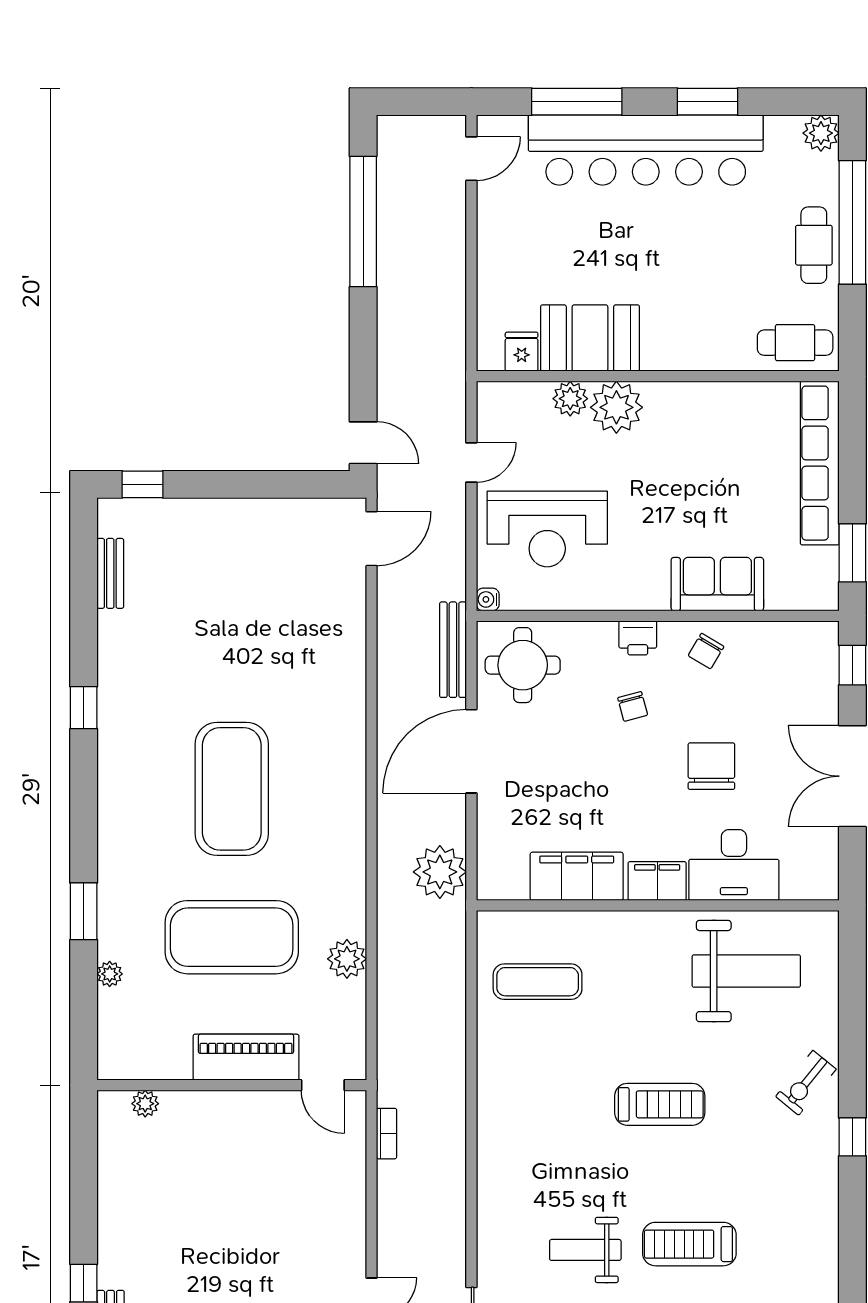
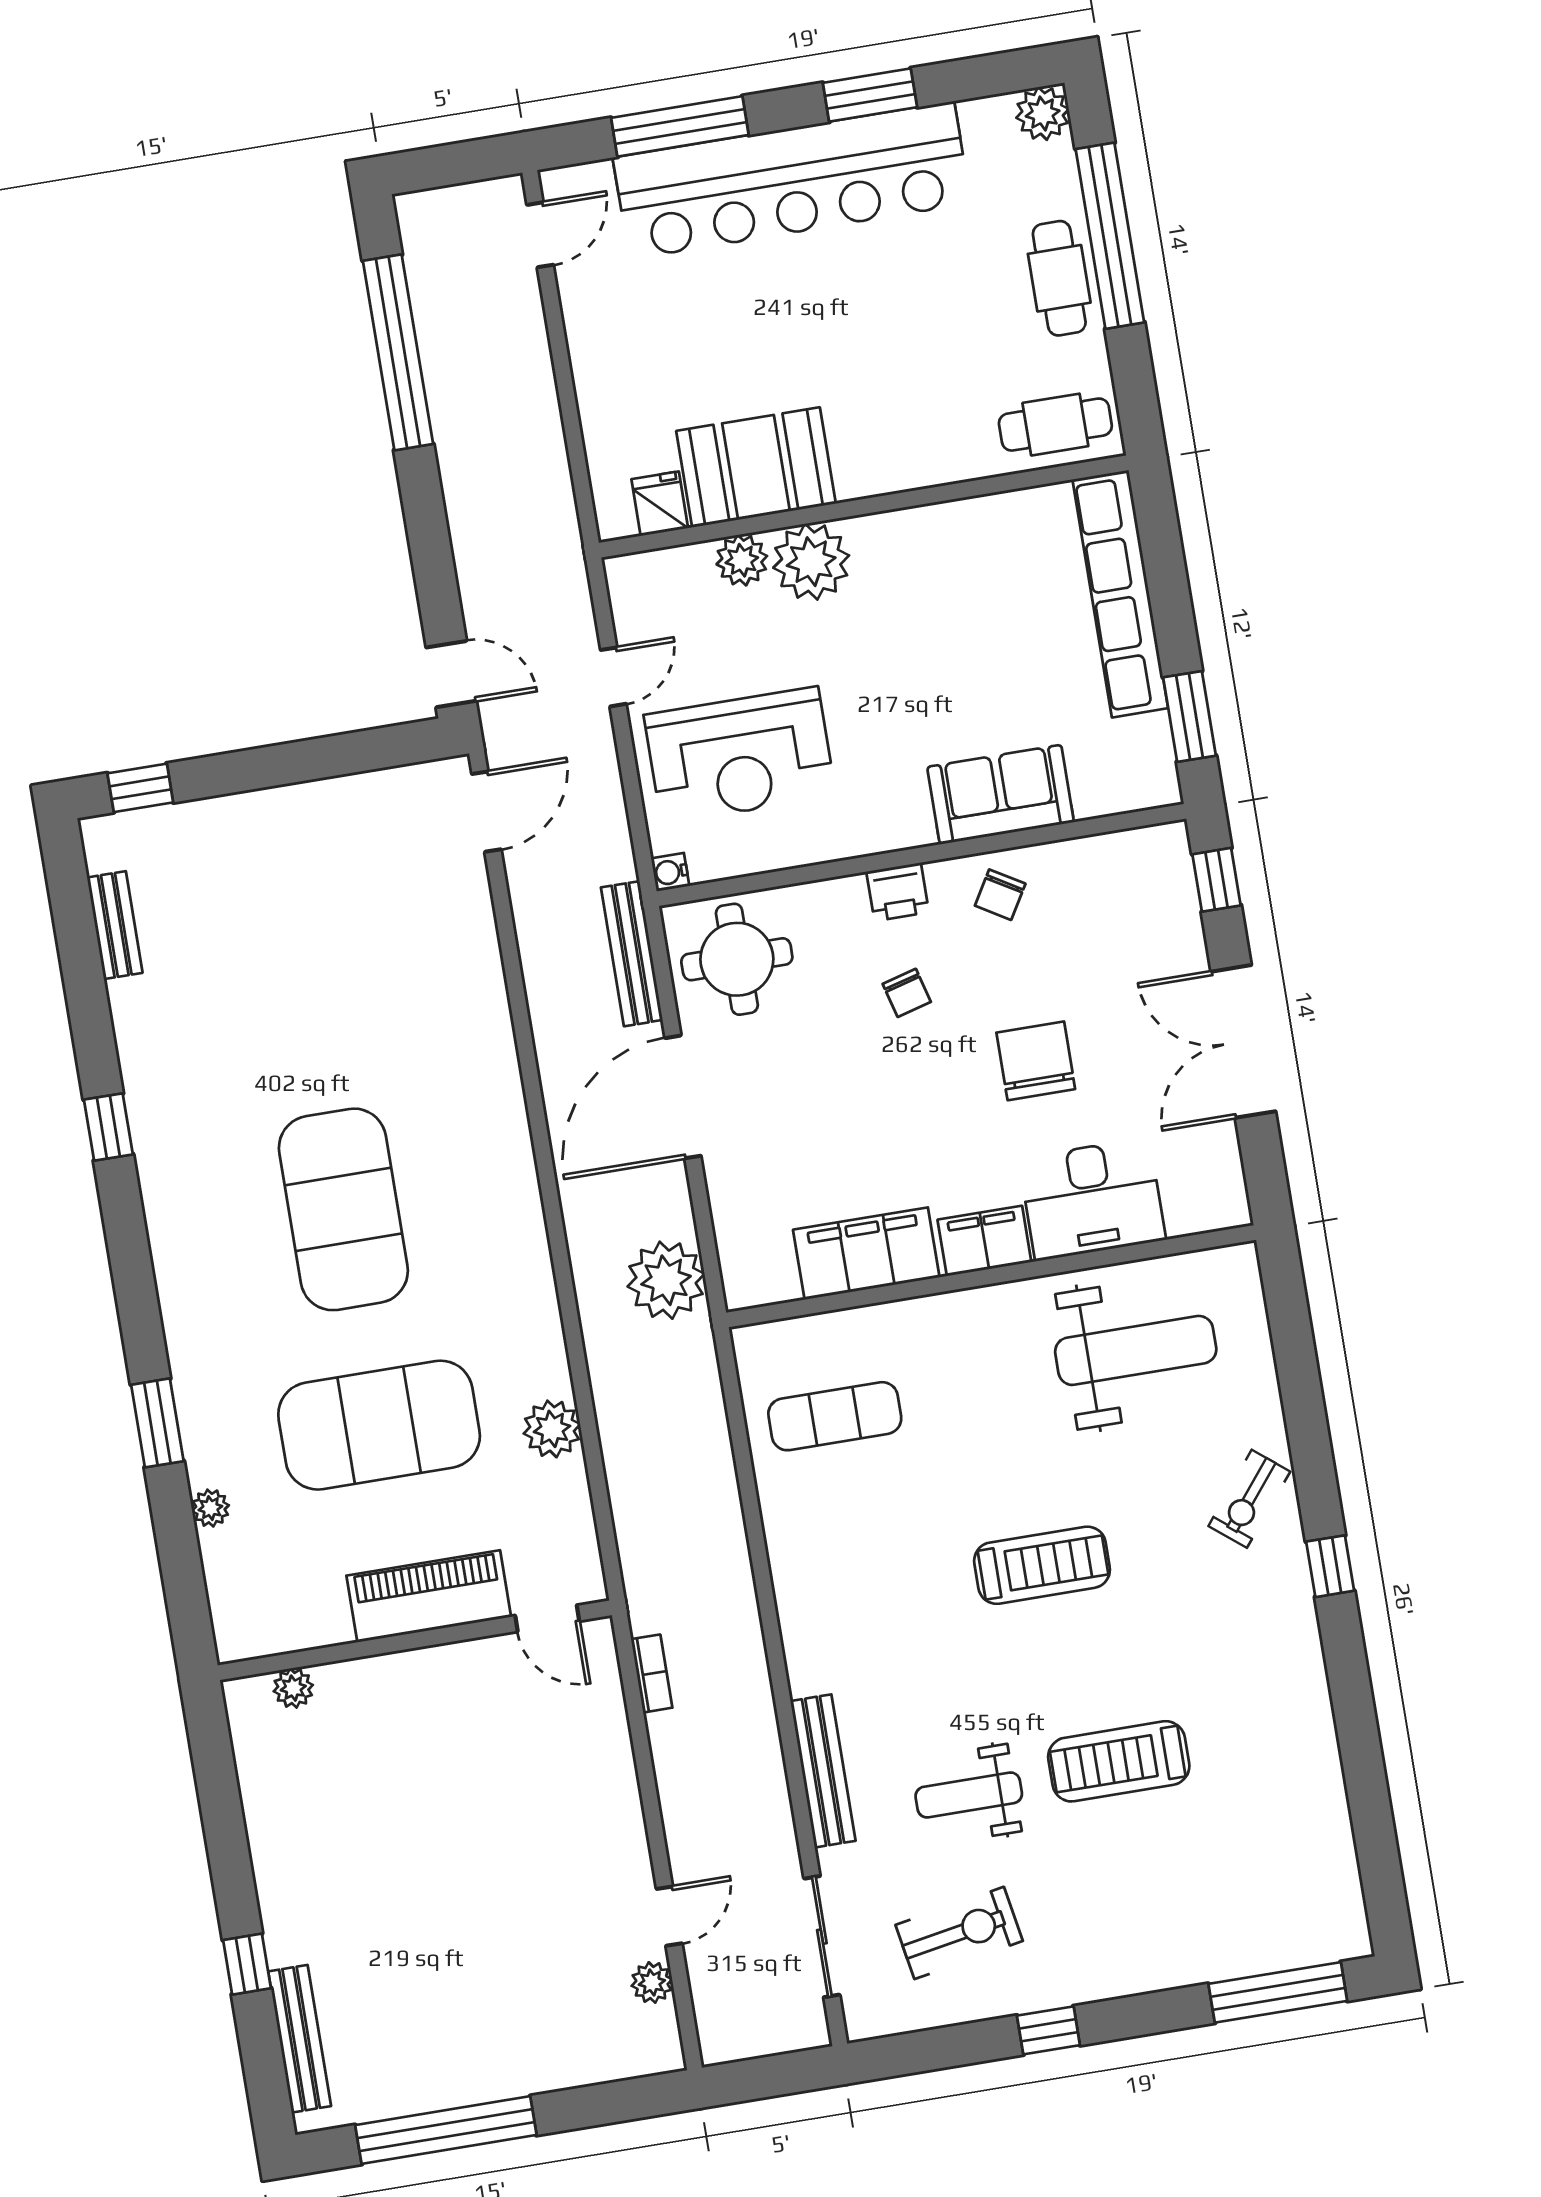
bench: (490, 1218) -> (823, 1771), added

